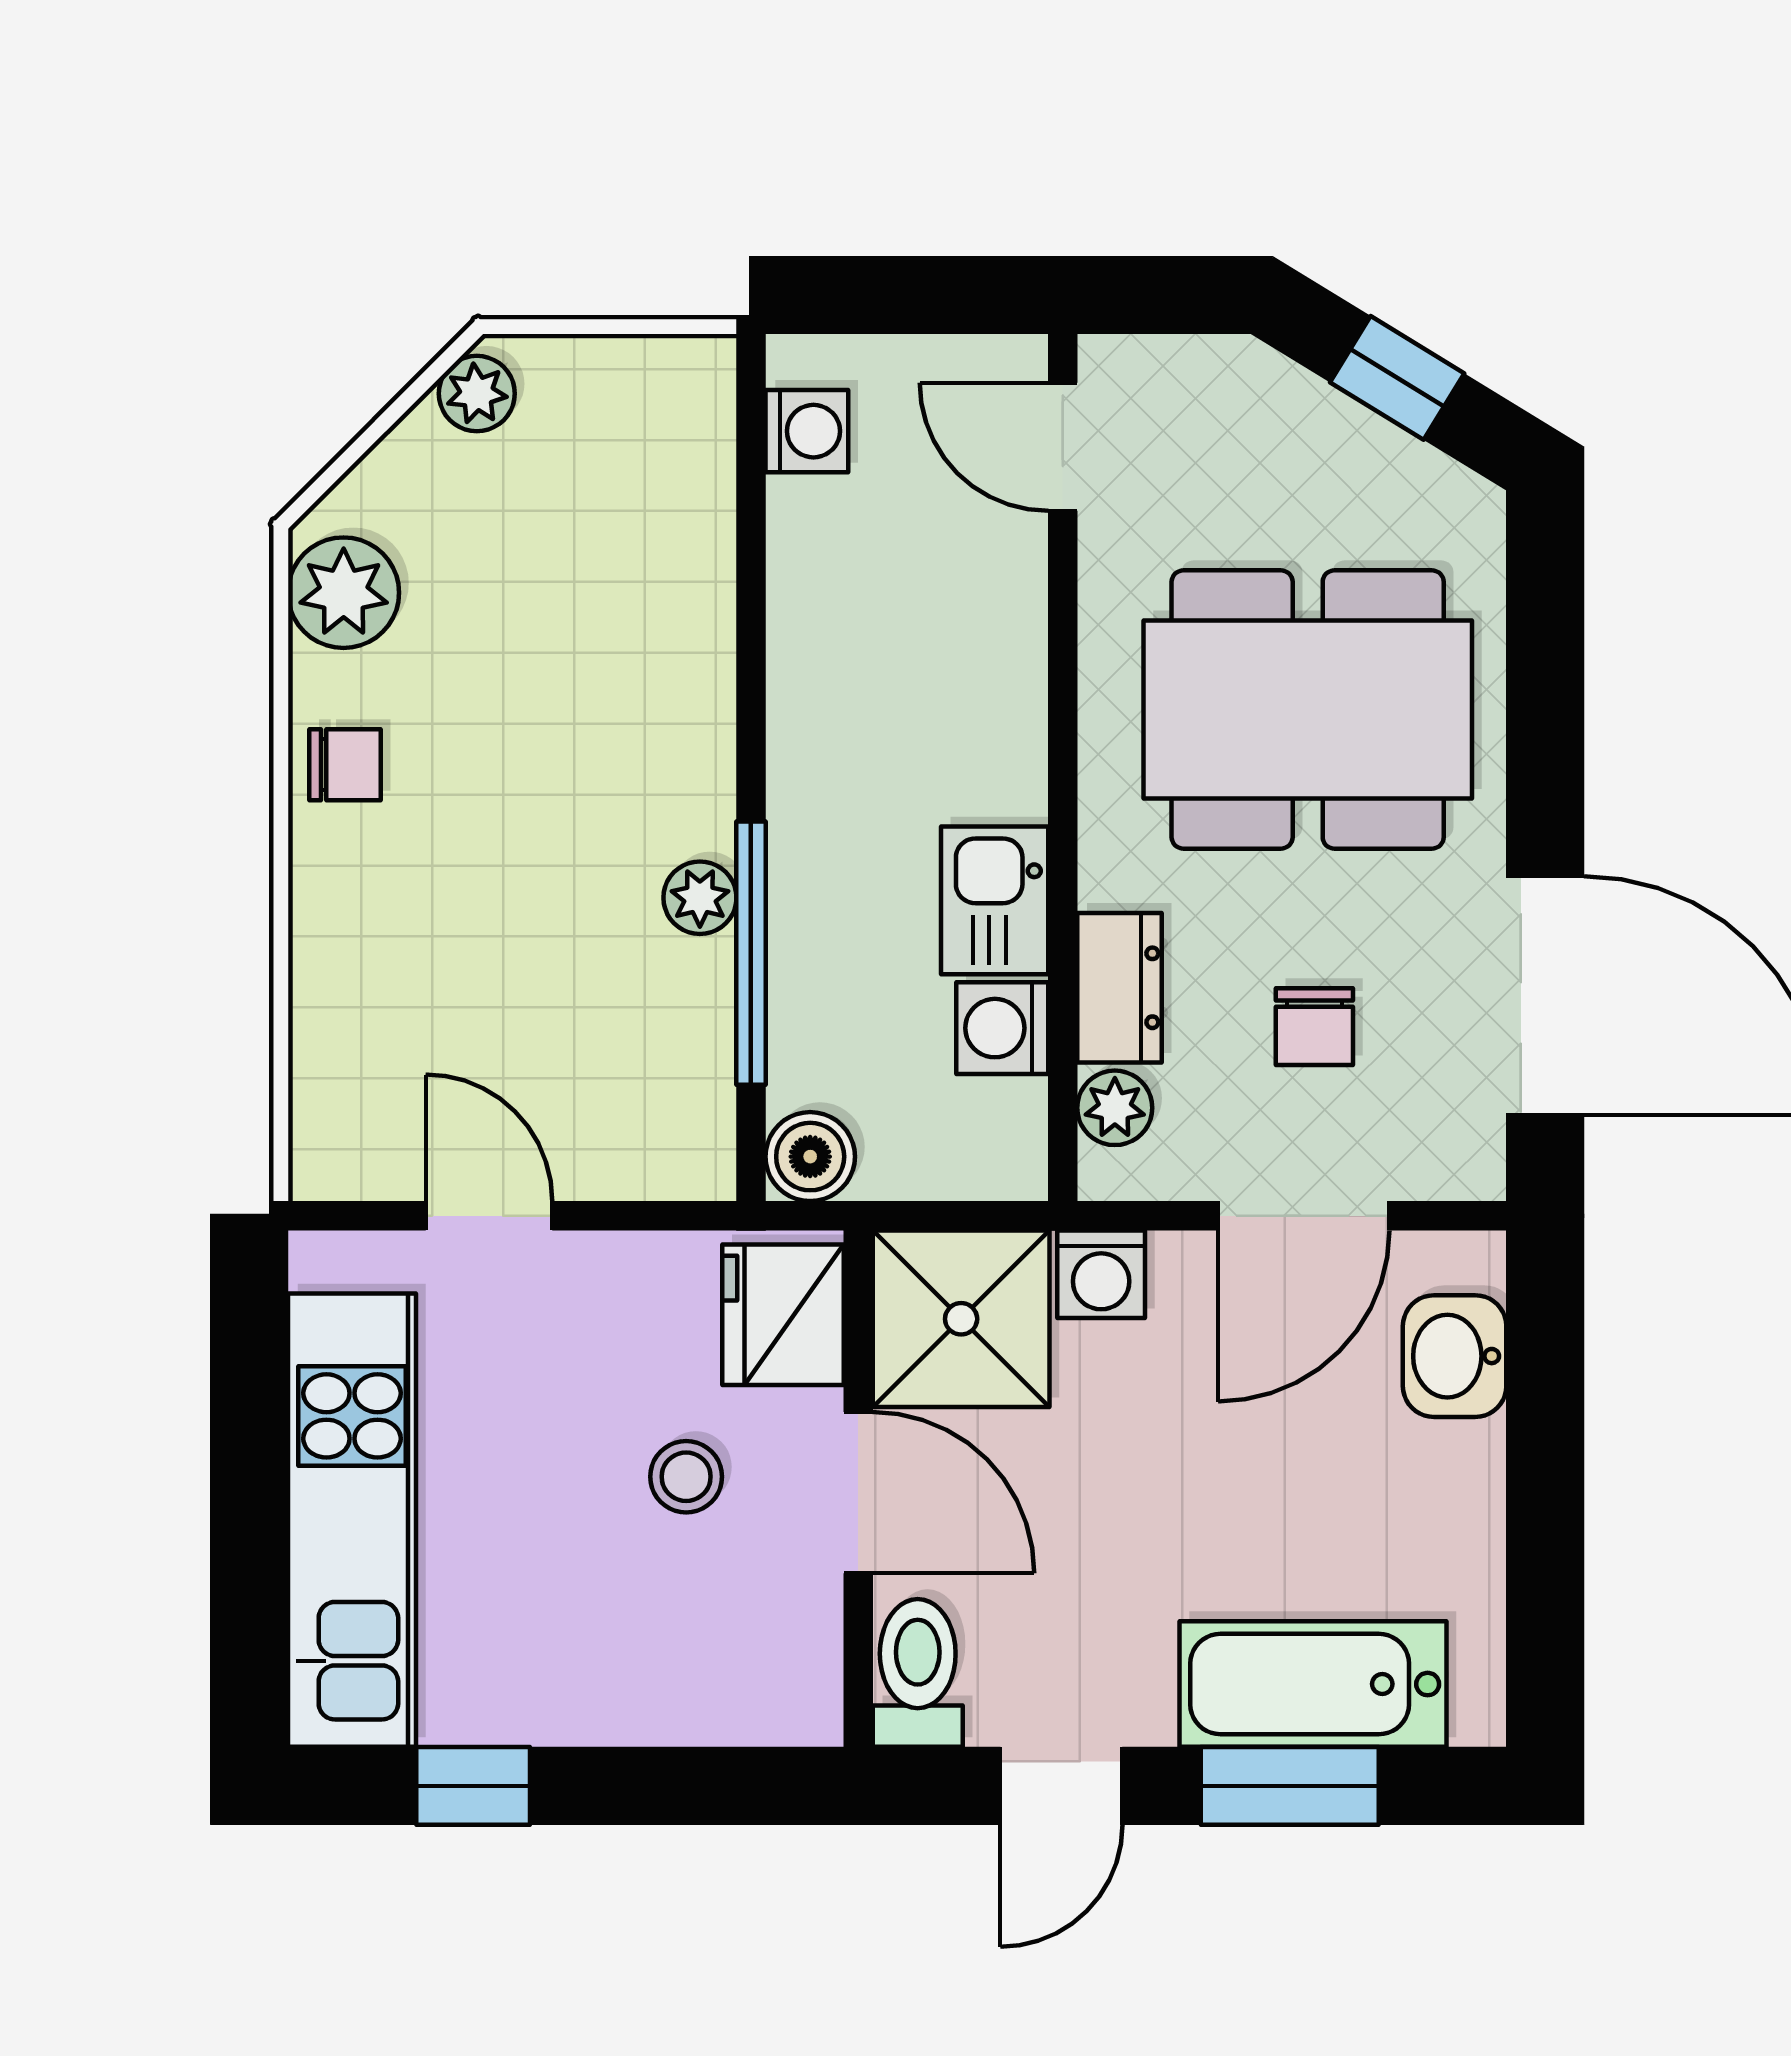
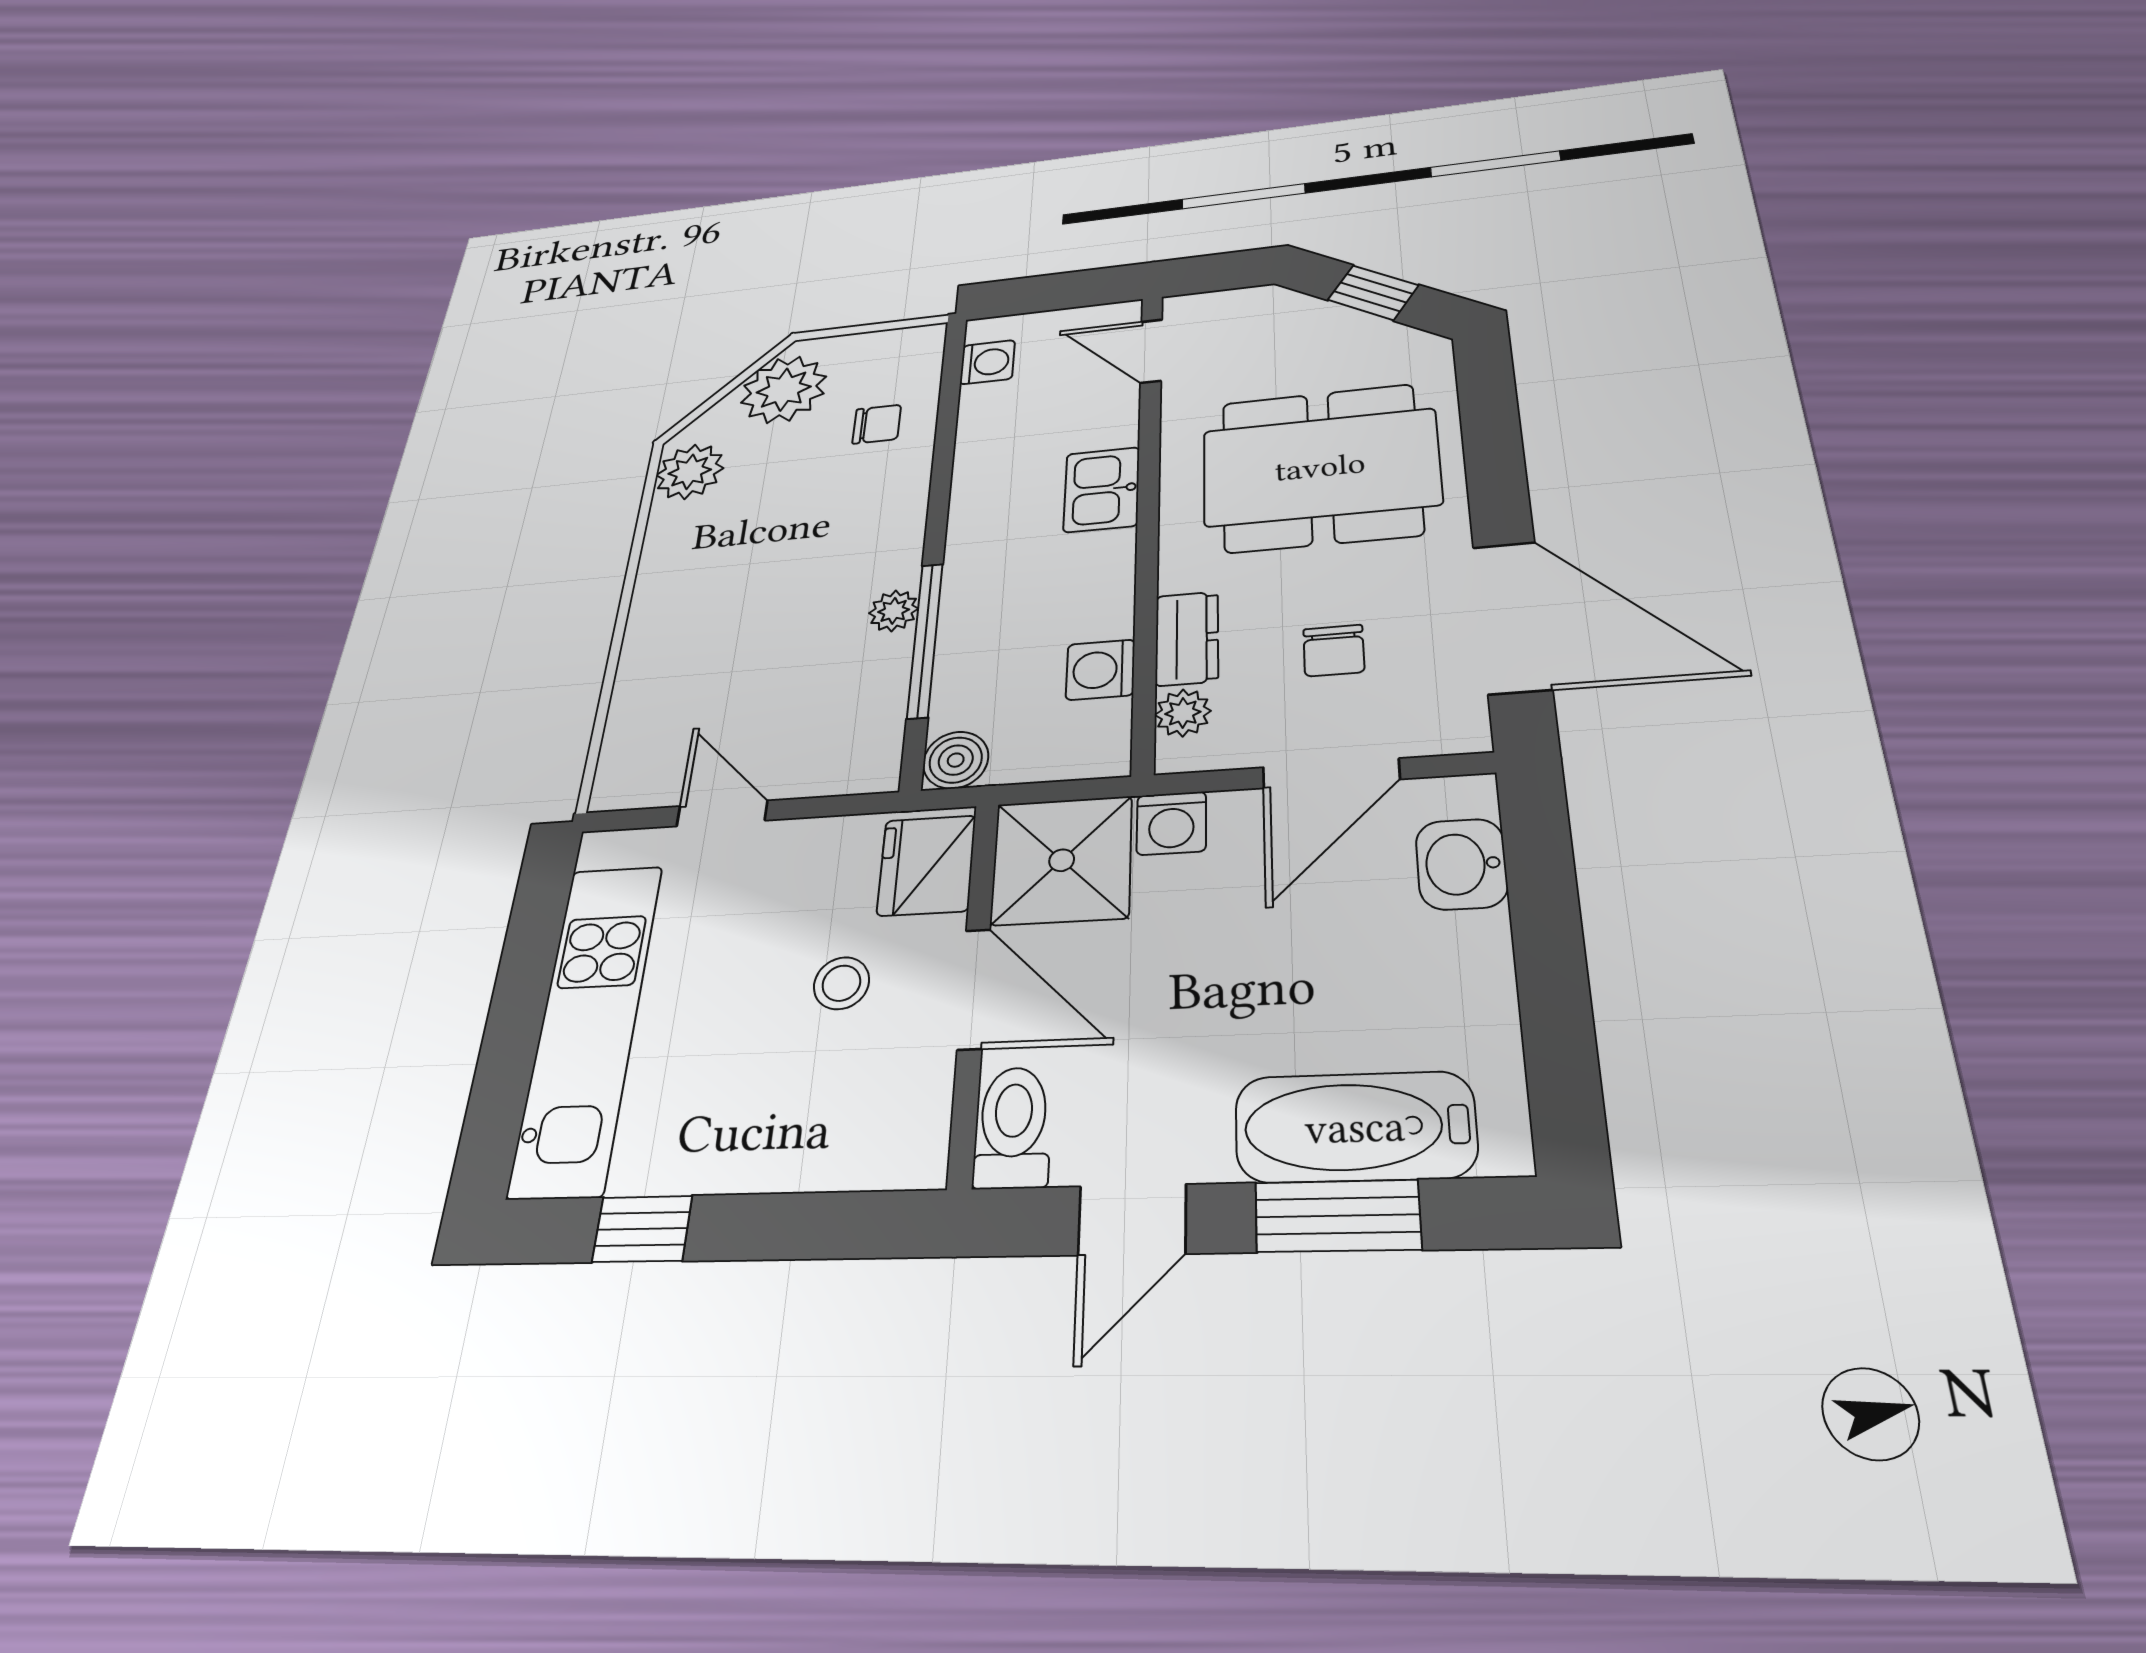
plant: (477, 394) -> (784, 390), width x1.87, depth x1.87
chair: (345, 765) -> (877, 424), moved
kitchen sink: (995, 900) -> (1102, 490), moved

